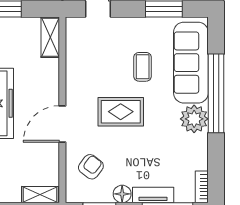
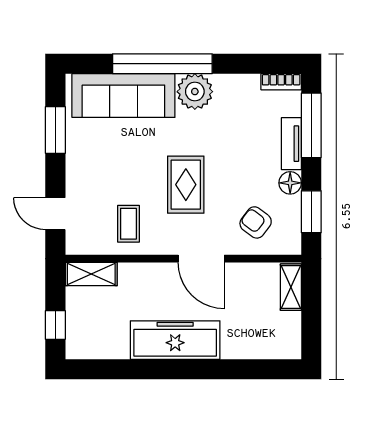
coffee table: (143, 67) -> (128, 224), moved, turned 90

